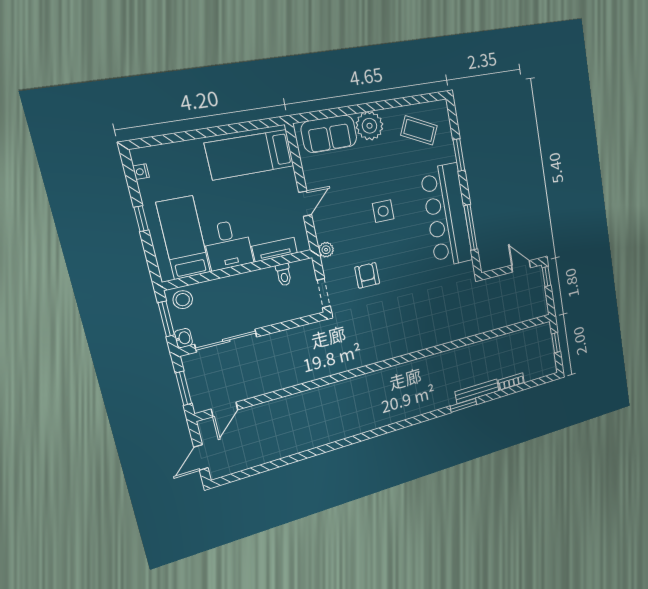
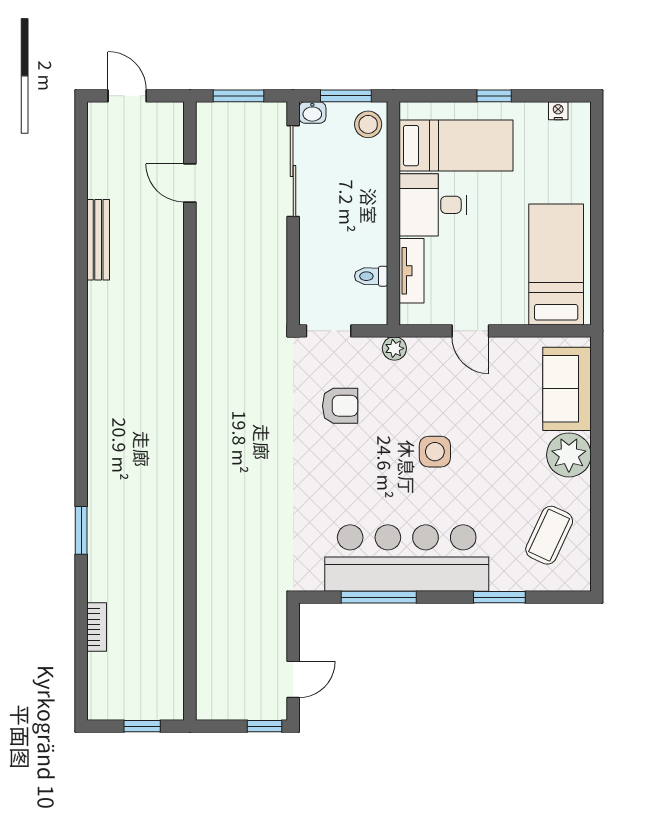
bench: (477, 391) -> (98, 240), moved
door: (225, 409) -> (190, 183), moved

